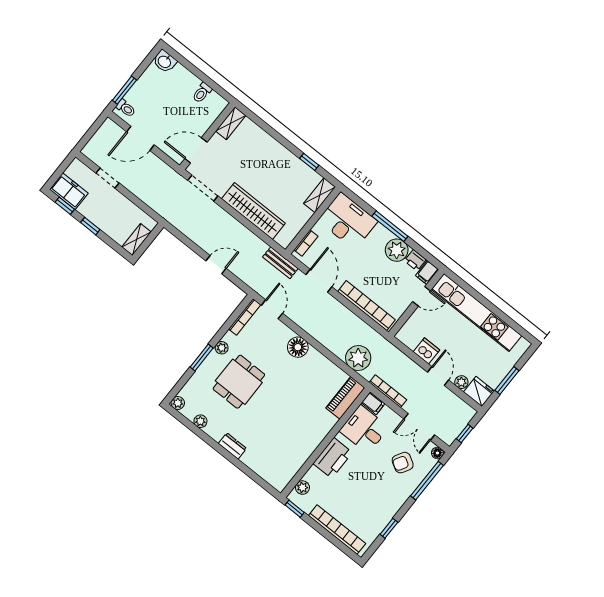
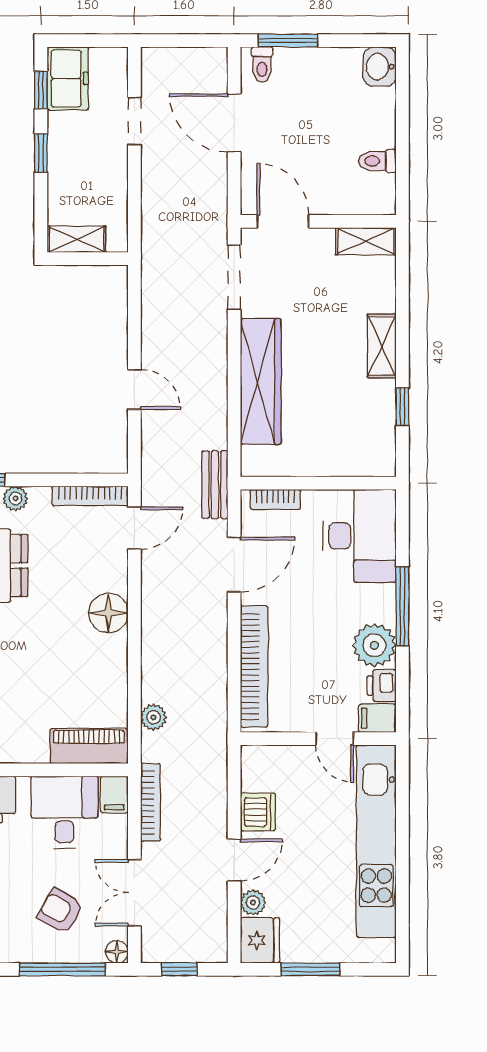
shelving: (320, 195) -> (382, 346), moved, turned 90
plant: (358, 358) -> (154, 717), width x0.53, depth x0.53

